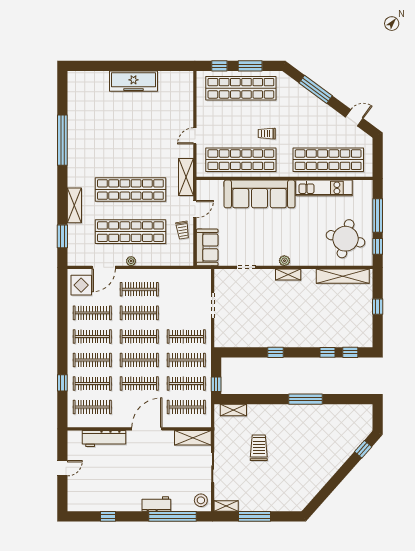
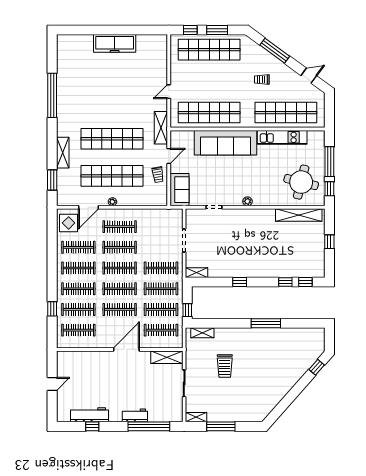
trolley: (267, 134) -> (262, 79), moved
shelving: (288, 275) -> (196, 273), moved
workbench: (104, 439) -> (90, 415), moved, turned 180
trolley: (259, 448) -> (225, 366), turned 180
stool: (201, 500) -> (174, 412), removed

